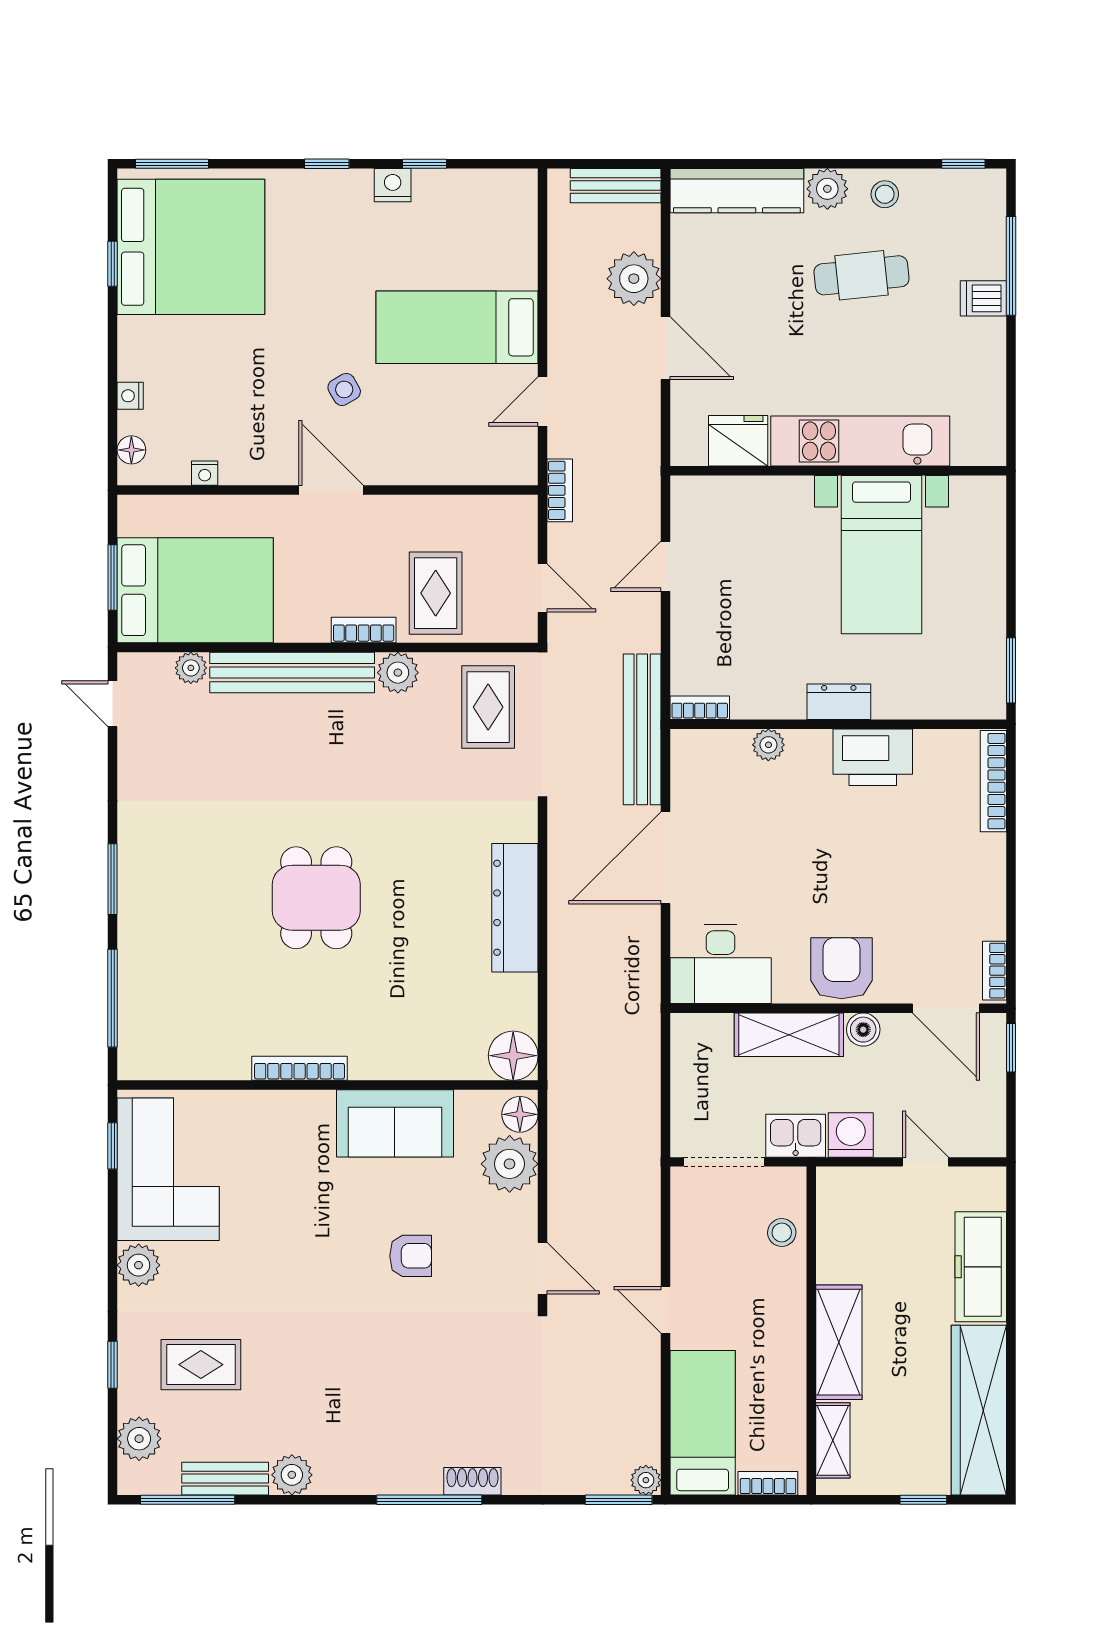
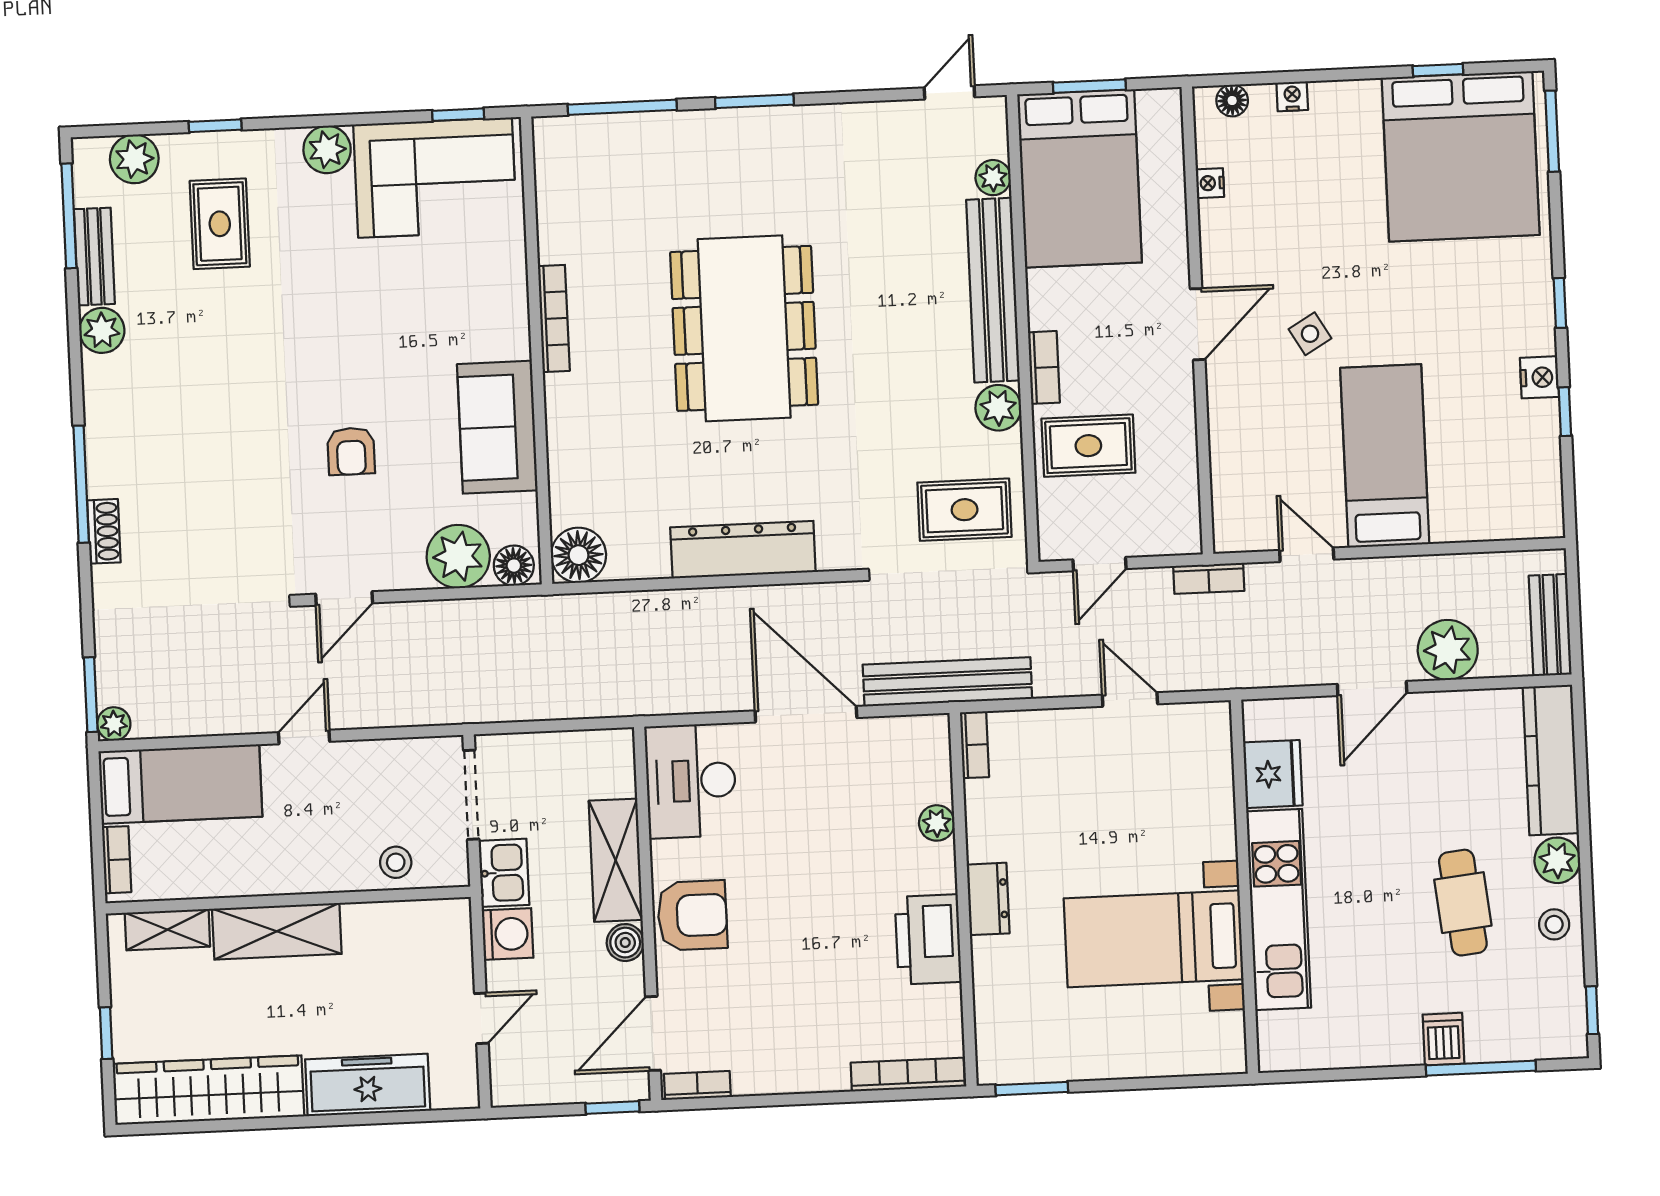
dining table: (316, 898) -> (744, 328), width x1.88, depth x1.24

